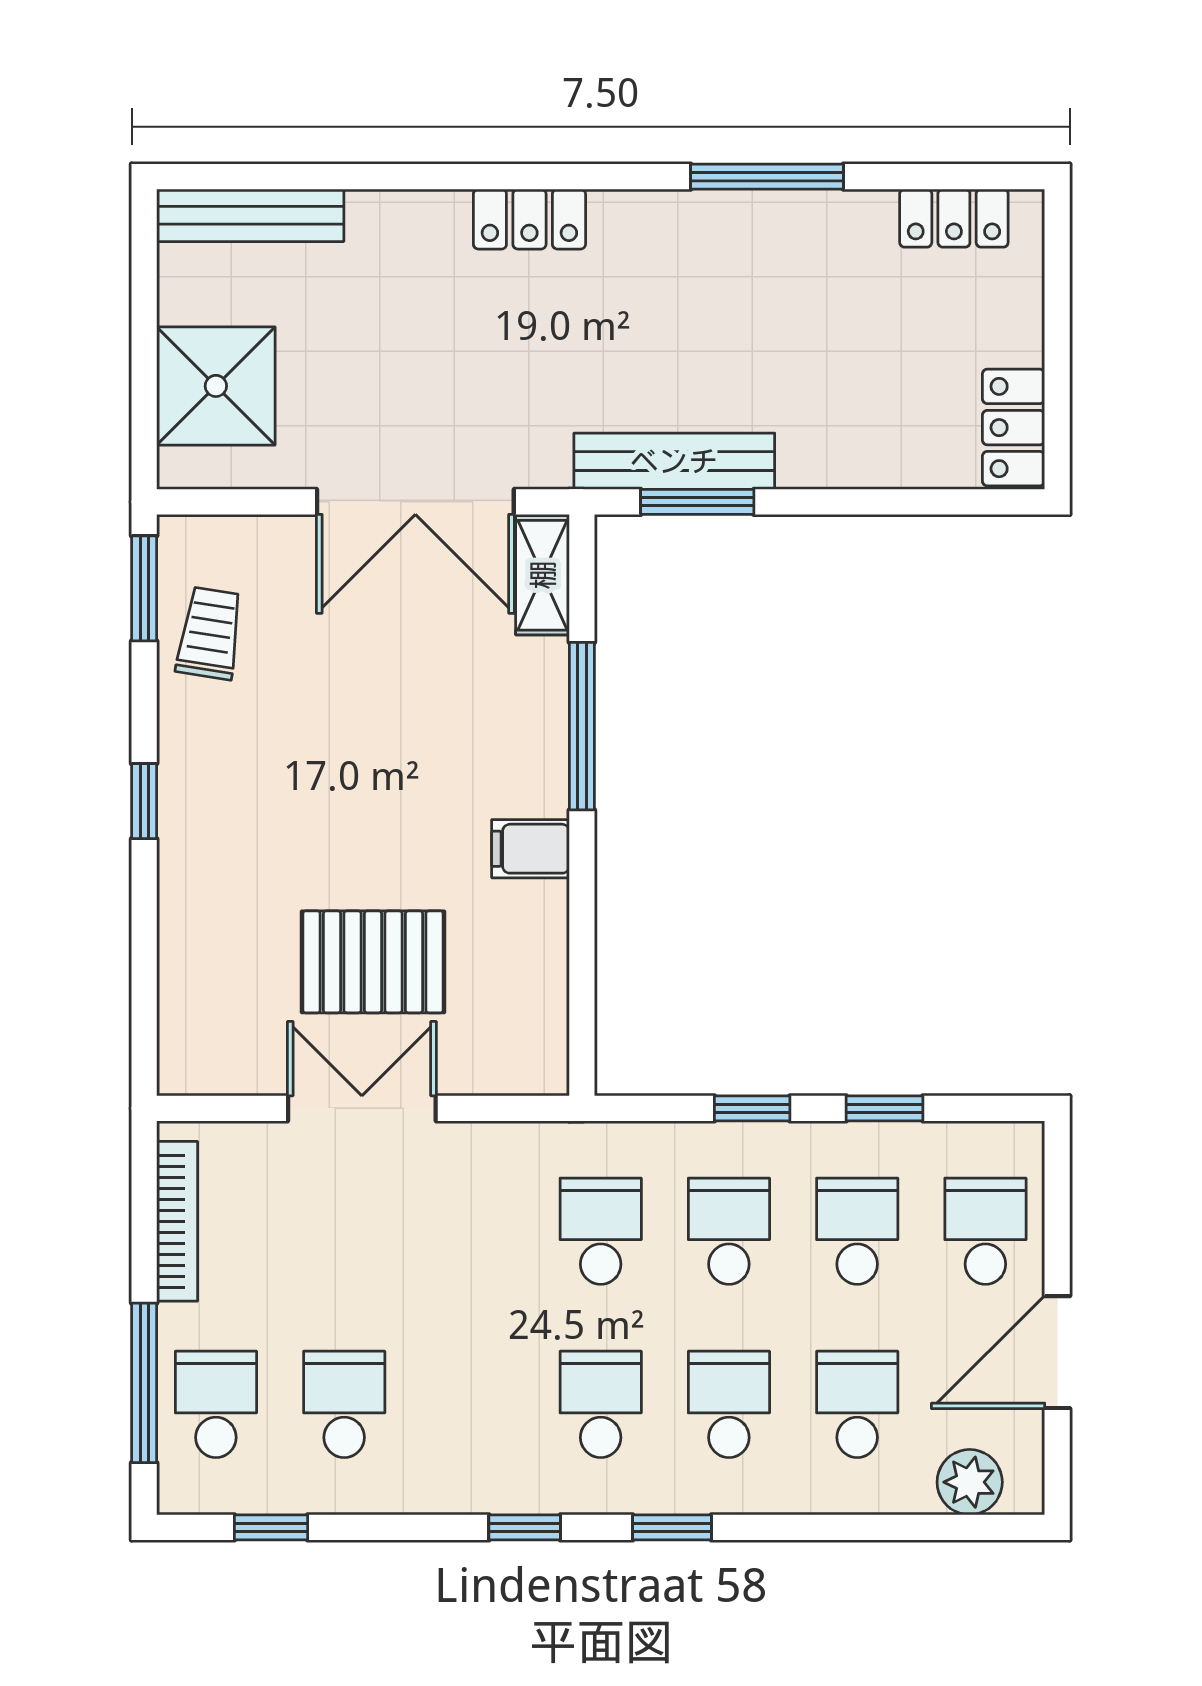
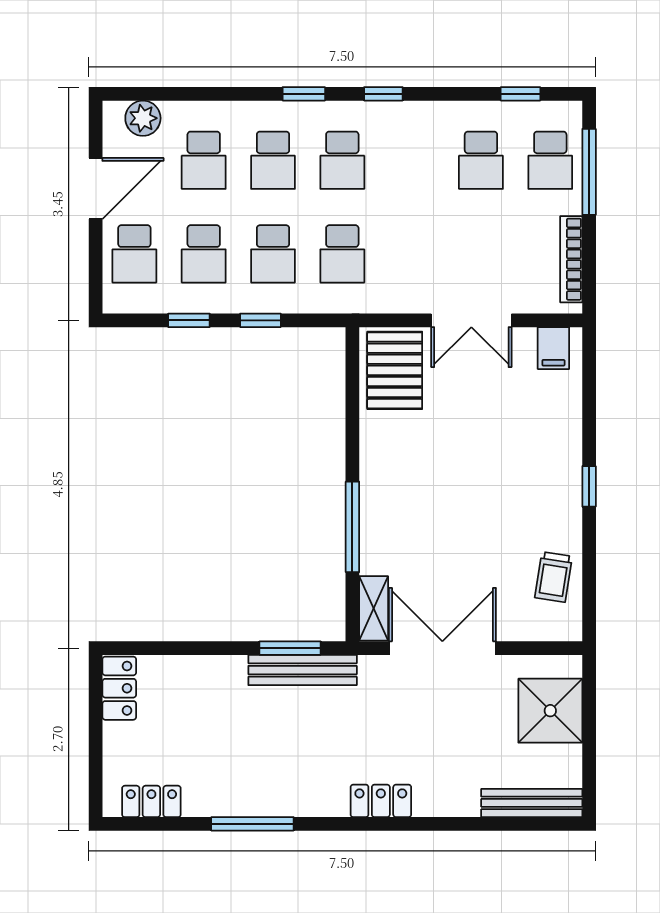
window: (144, 588) -> (589, 601), removed
filing cabinet: (531, 849) -> (553, 348), moved, turned 90
pallet: (373, 962) -> (395, 370), moved, turned 90

